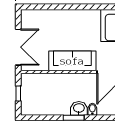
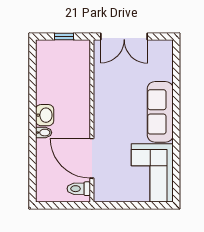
sofa: (72, 61) -> (160, 112), moved, turned 180
window: (74, 118) -> (33, 108), removed

